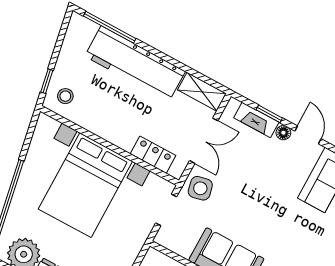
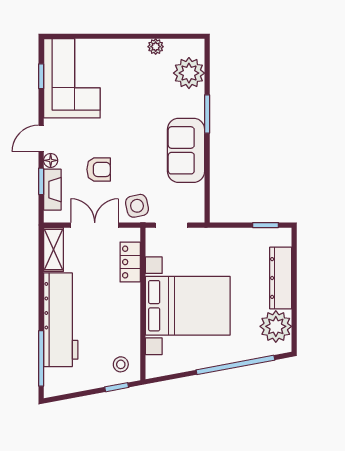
armchair: (252, 171) -> (99, 169), added

